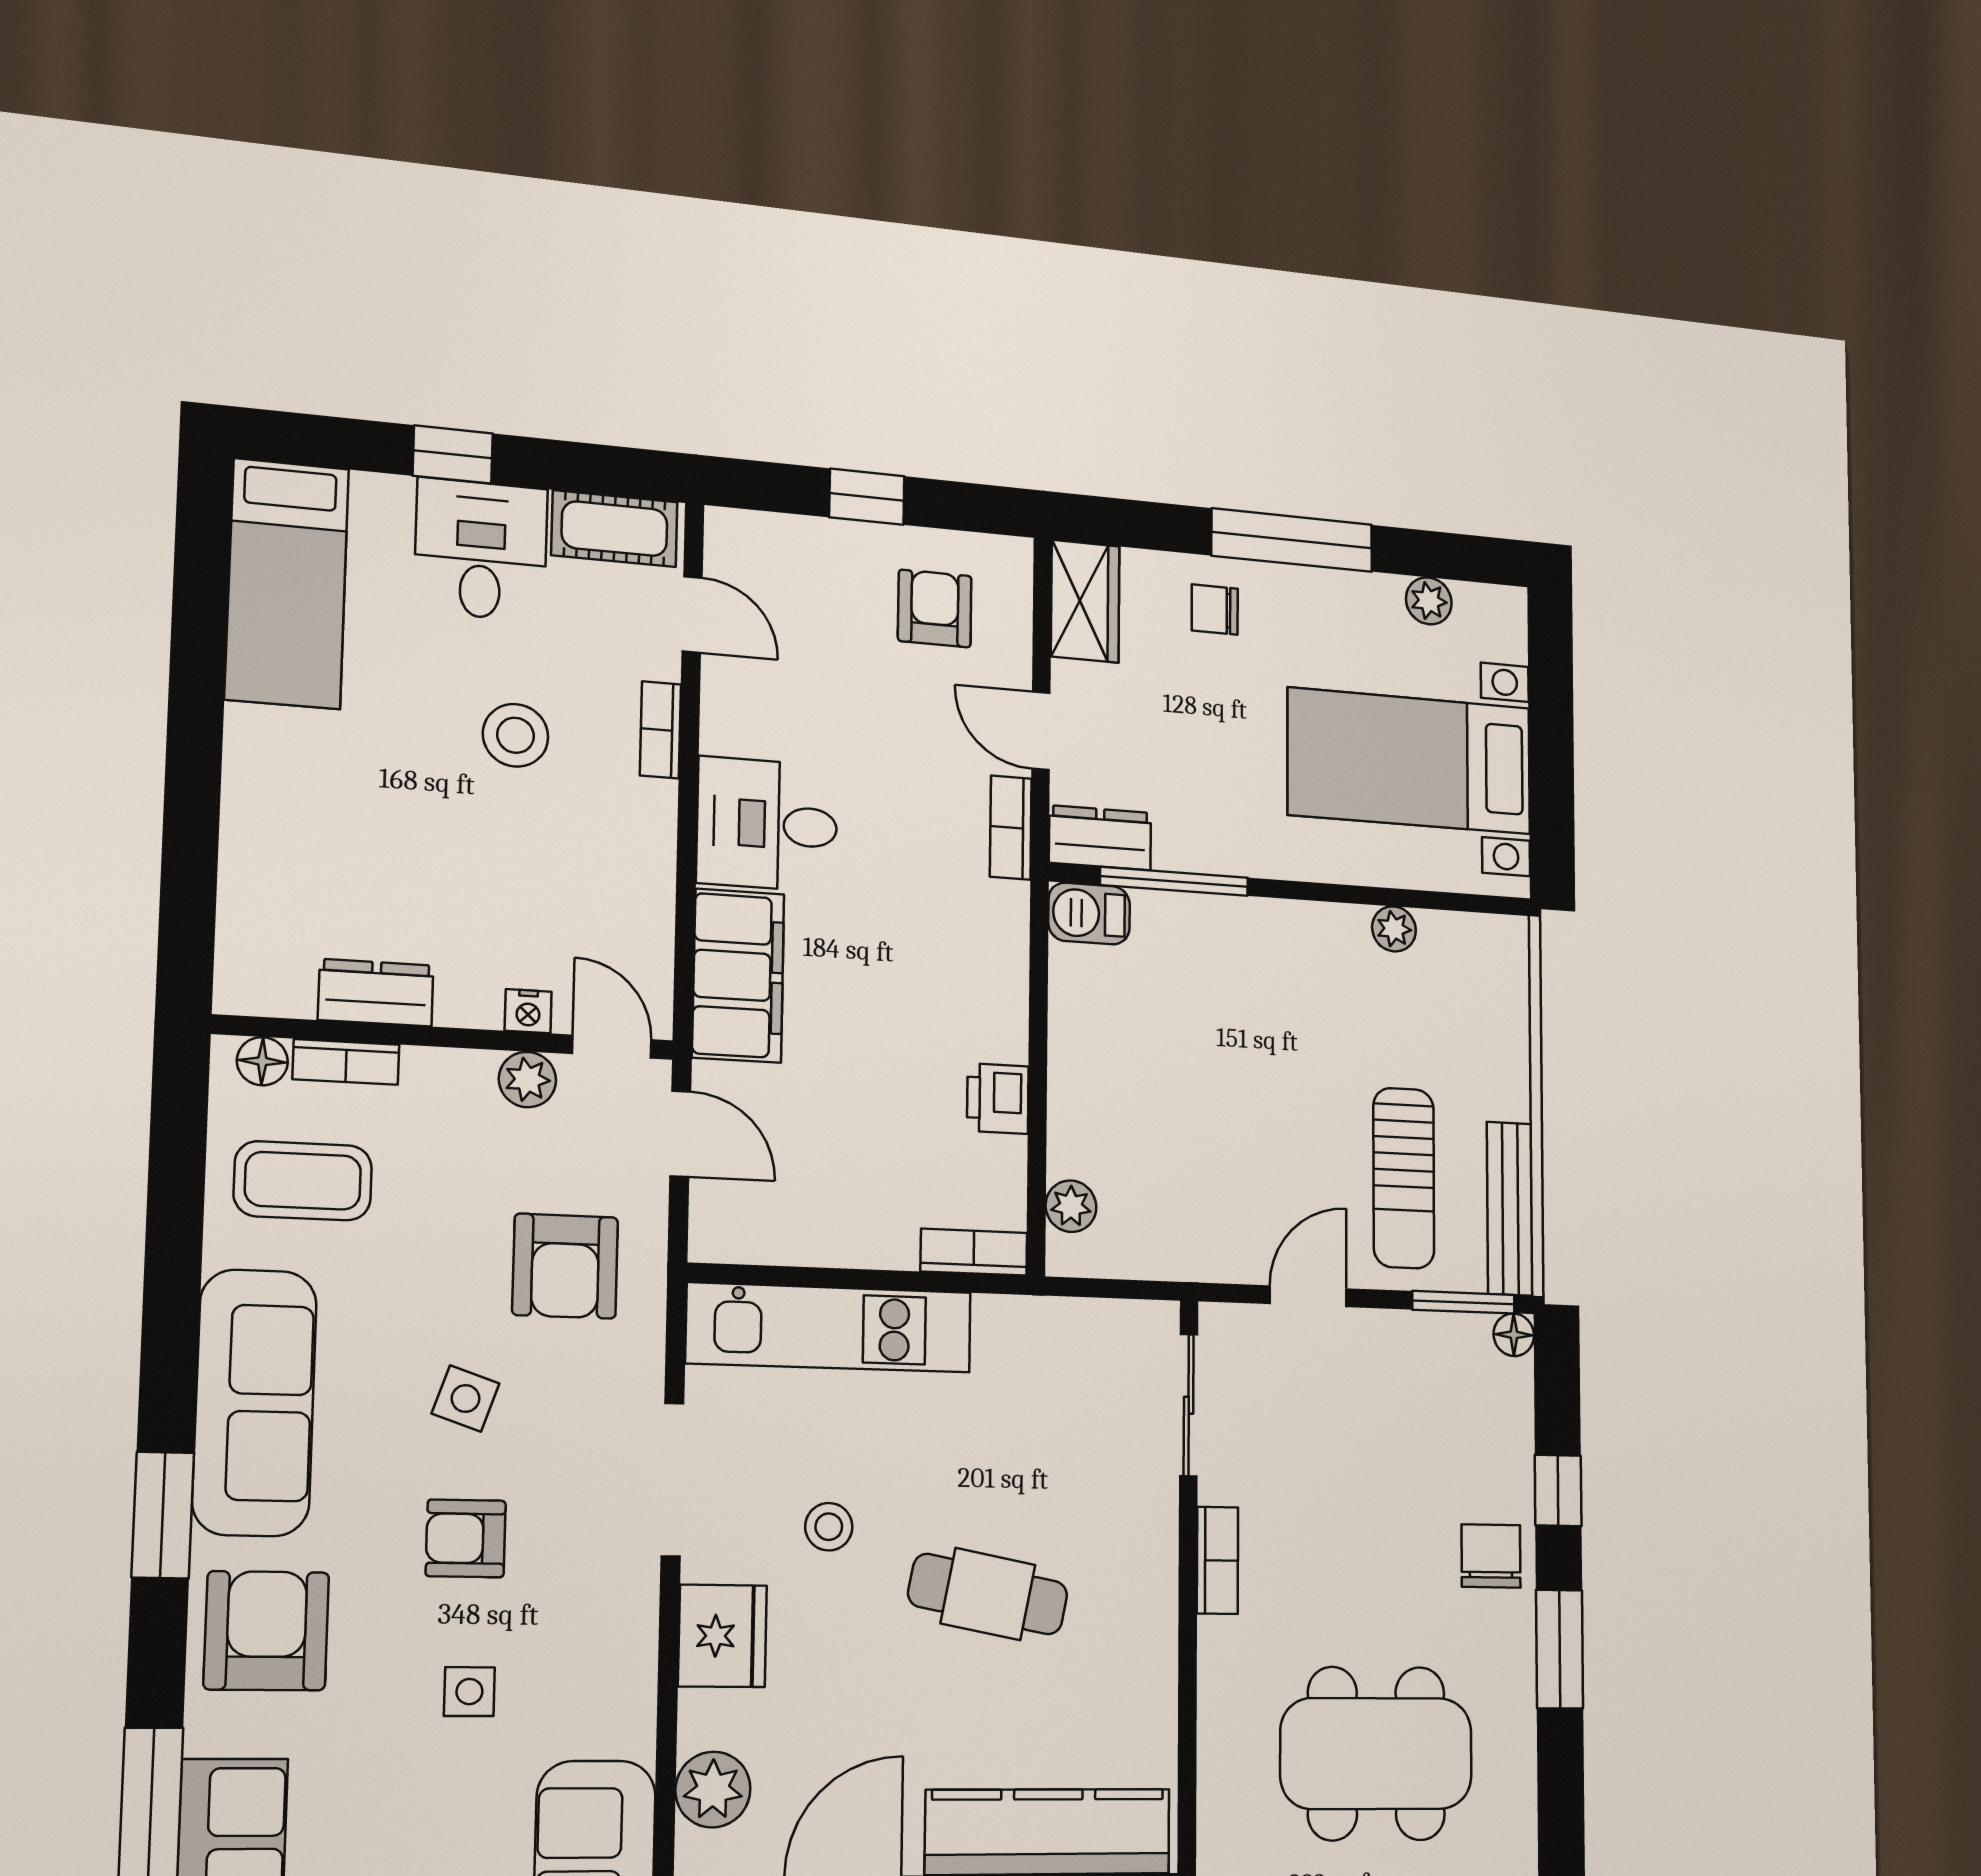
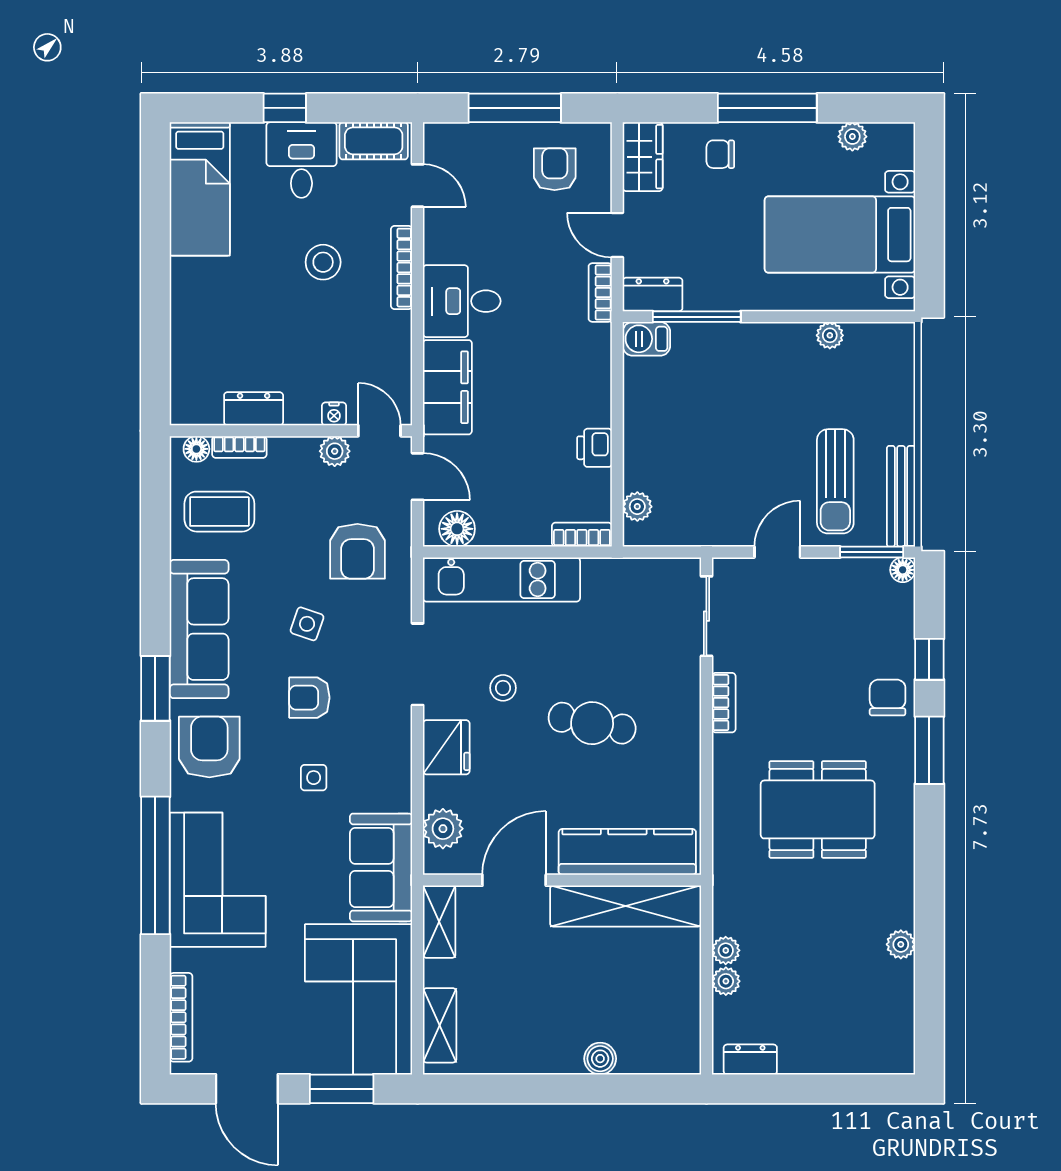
window: (867, 497) -> (515, 108), width x2.17
bookcase: (660, 730) -> (402, 268), width x1.56
floor lamp: (751, 1232) -> (457, 529), added

